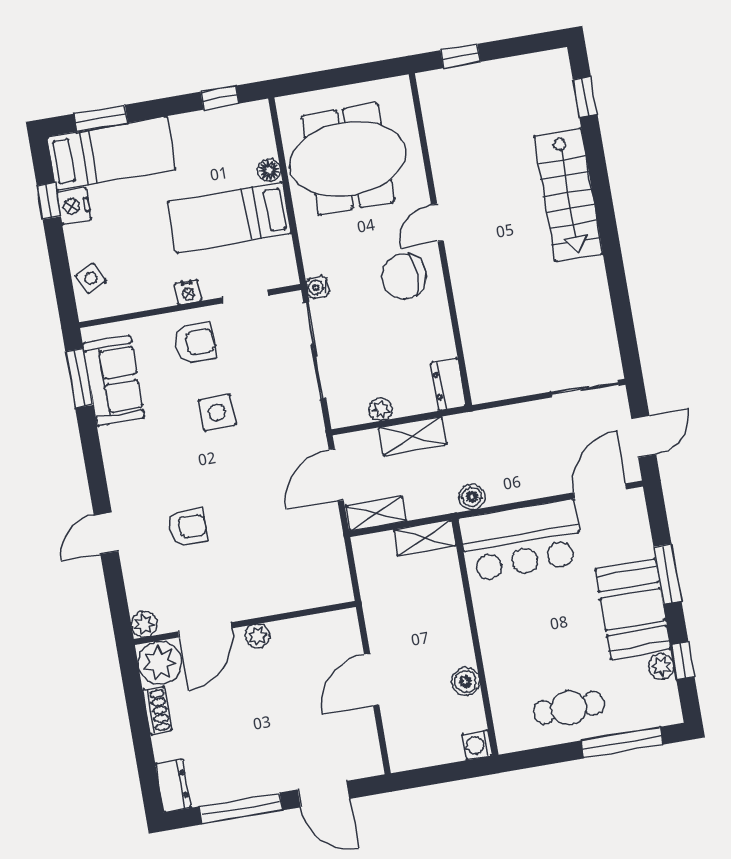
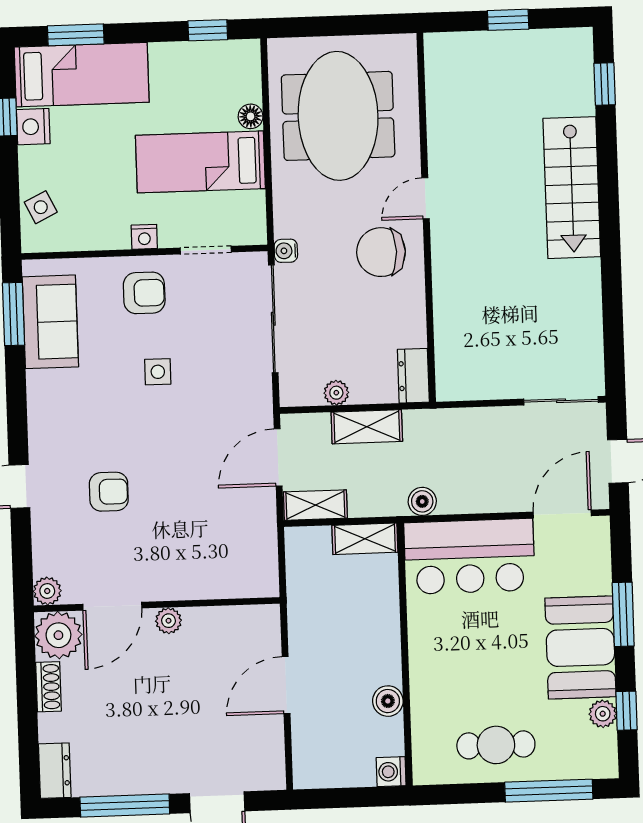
window: (460, 56) -> (508, 20), moved
meeting table: (348, 159) -> (338, 116), turned 90
side table: (217, 412) -> (158, 372), width x0.73, depth x0.73

